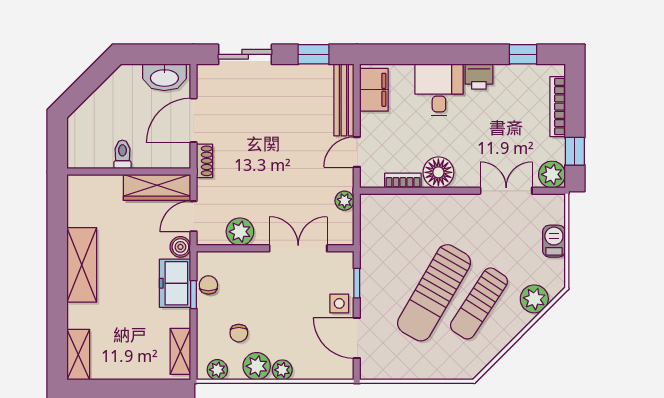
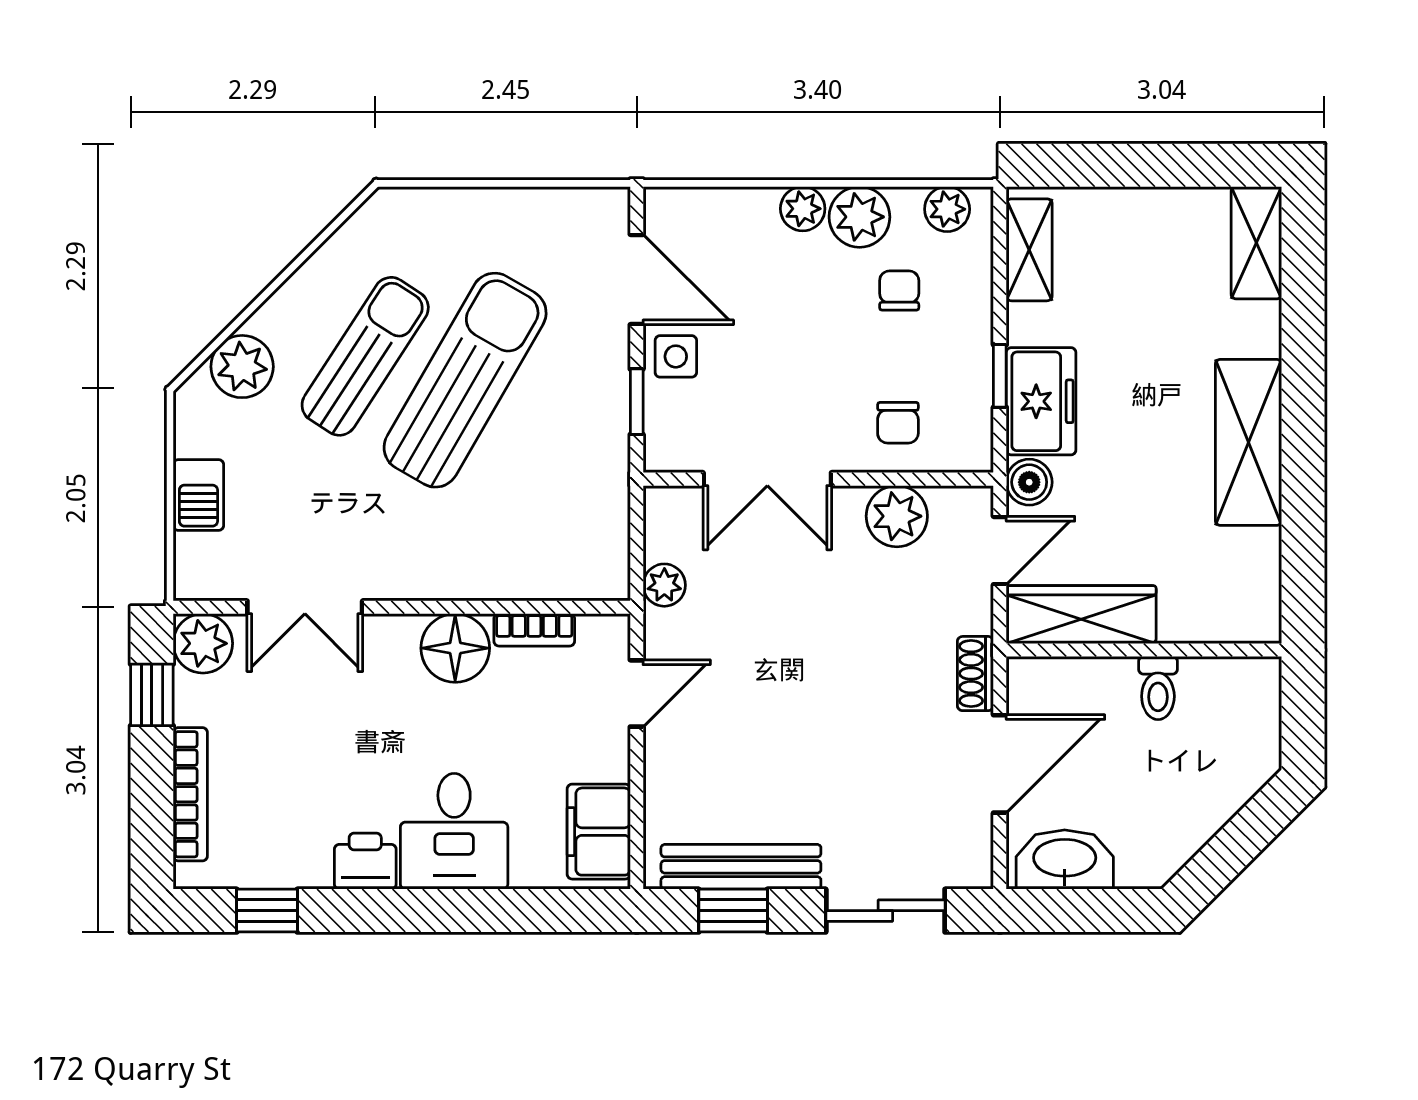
bench: (344, 100) -> (741, 867), moved, turned 90
chair: (208, 285) -> (898, 423), moved

